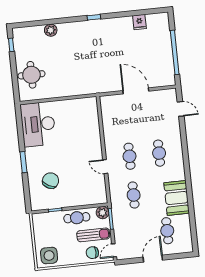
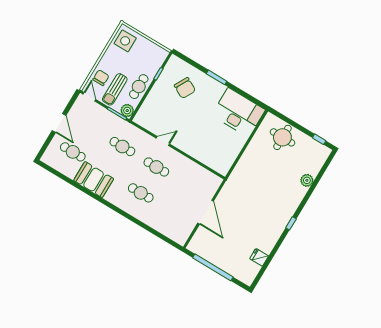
door: (136, 91) -> (206, 212), hinge flipped
door: (181, 109) -> (163, 237), removed

